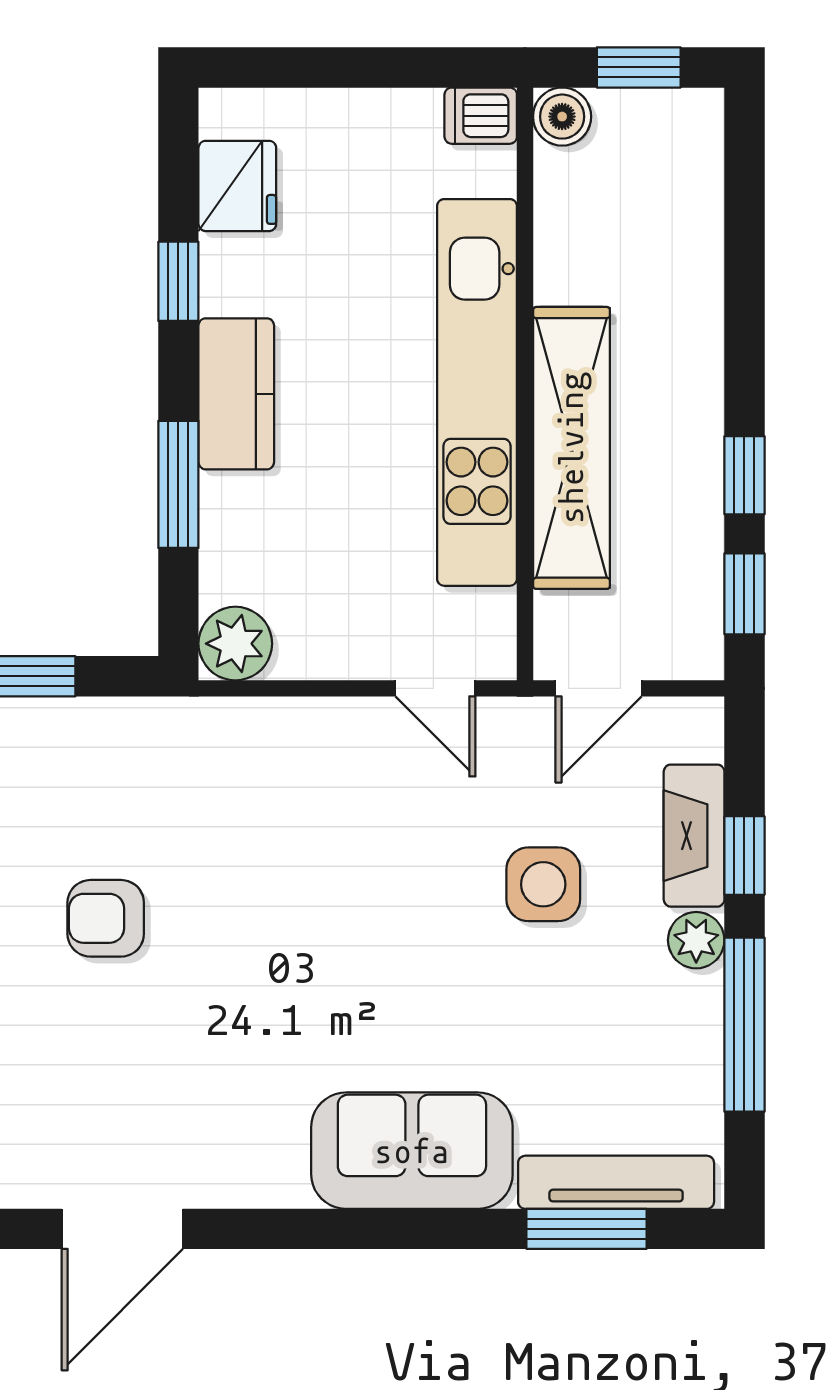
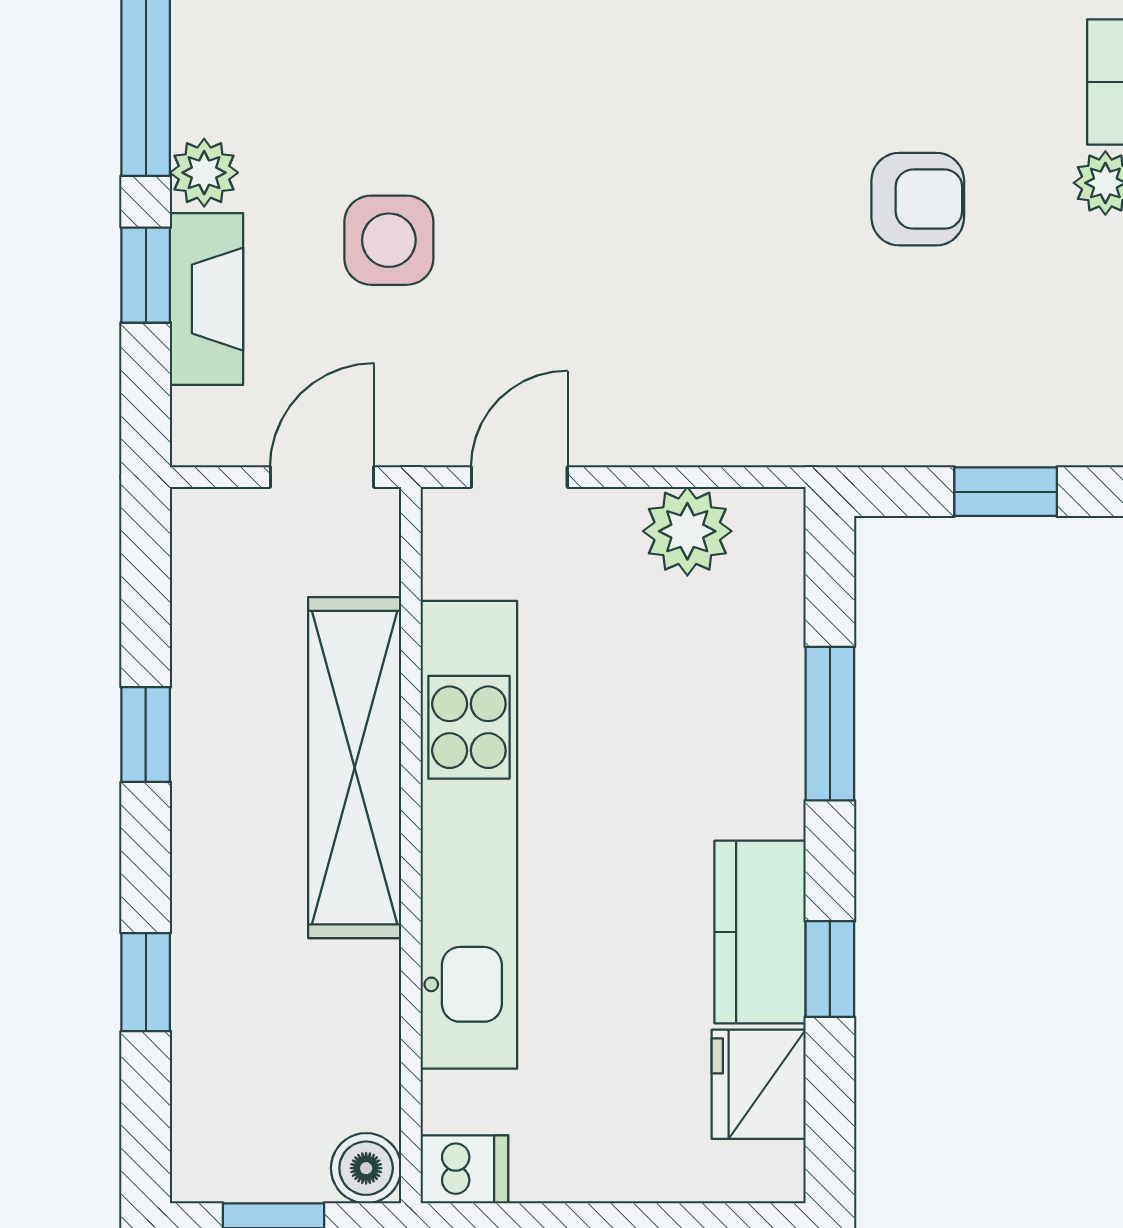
kitchen counter: (236, 394) -> (760, 932), moved
window: (744, 594) -> (146, 982), moved
plant: (235, 644) -> (687, 531), moved
door: (435, 688) -> (519, 477), hinge flipped

